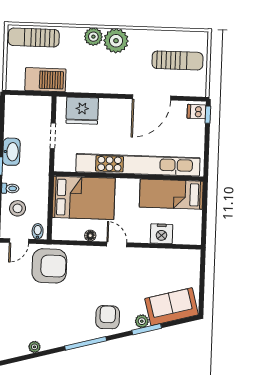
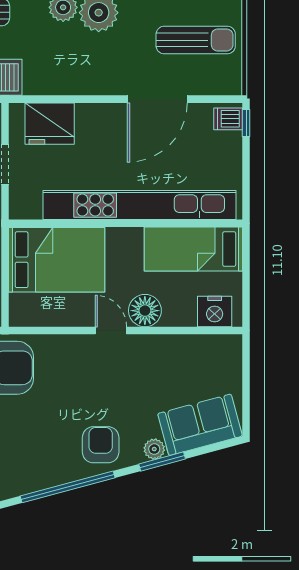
nightstand: (162, 234) -> (215, 312), moved
floor lamp: (90, 236) -> (145, 311), moved, width x1.89, depth x1.89
window: (86, 343) -> (68, 487), width x1.46

